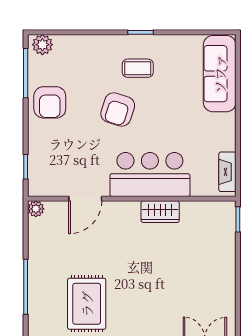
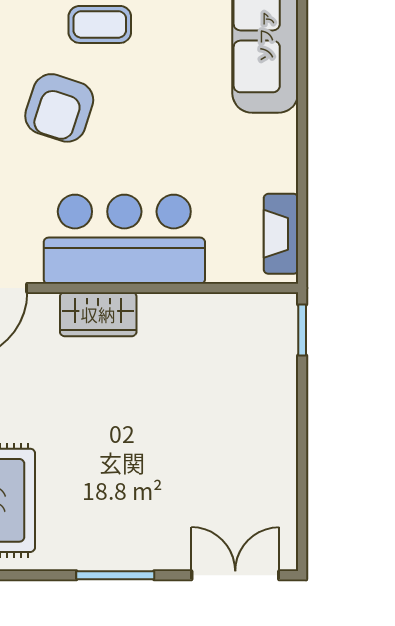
wardrobe: (160, 212) -> (98, 314), moved

